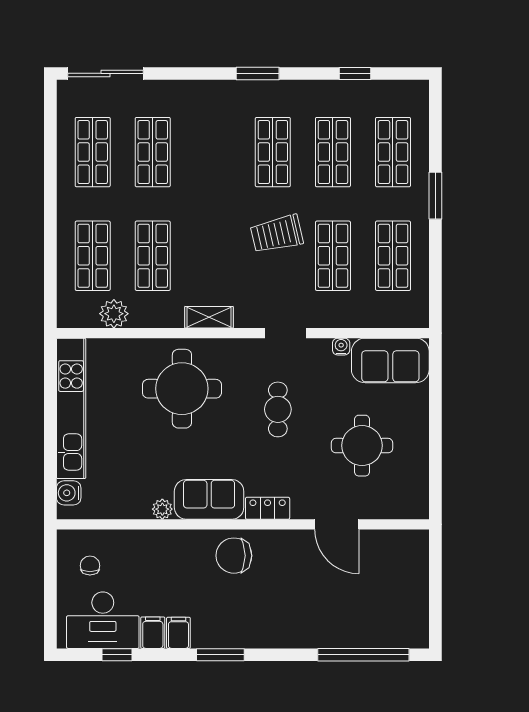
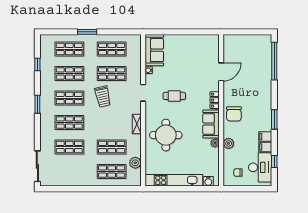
shop shelf: (93, 152) -> (69, 122), moved
round table: (362, 446) -> (189, 62), removed
plant: (161, 543) -> (229, 143), added

